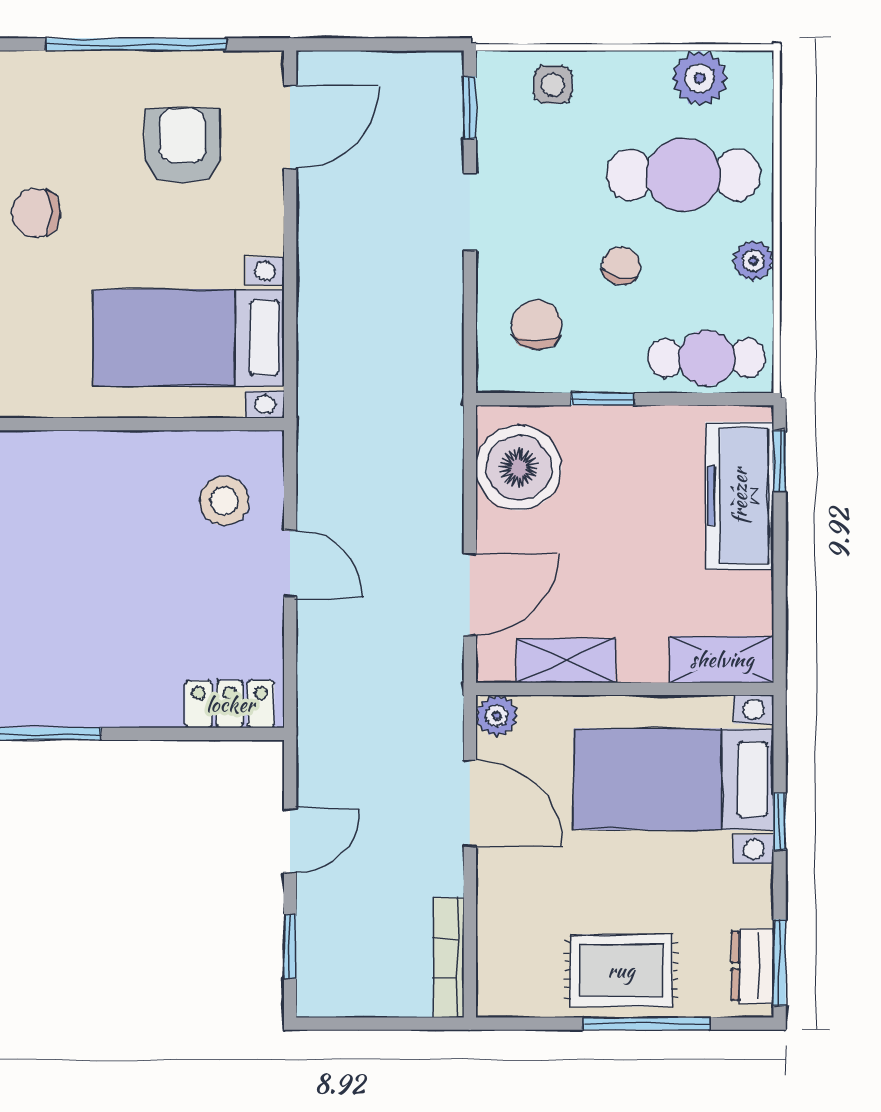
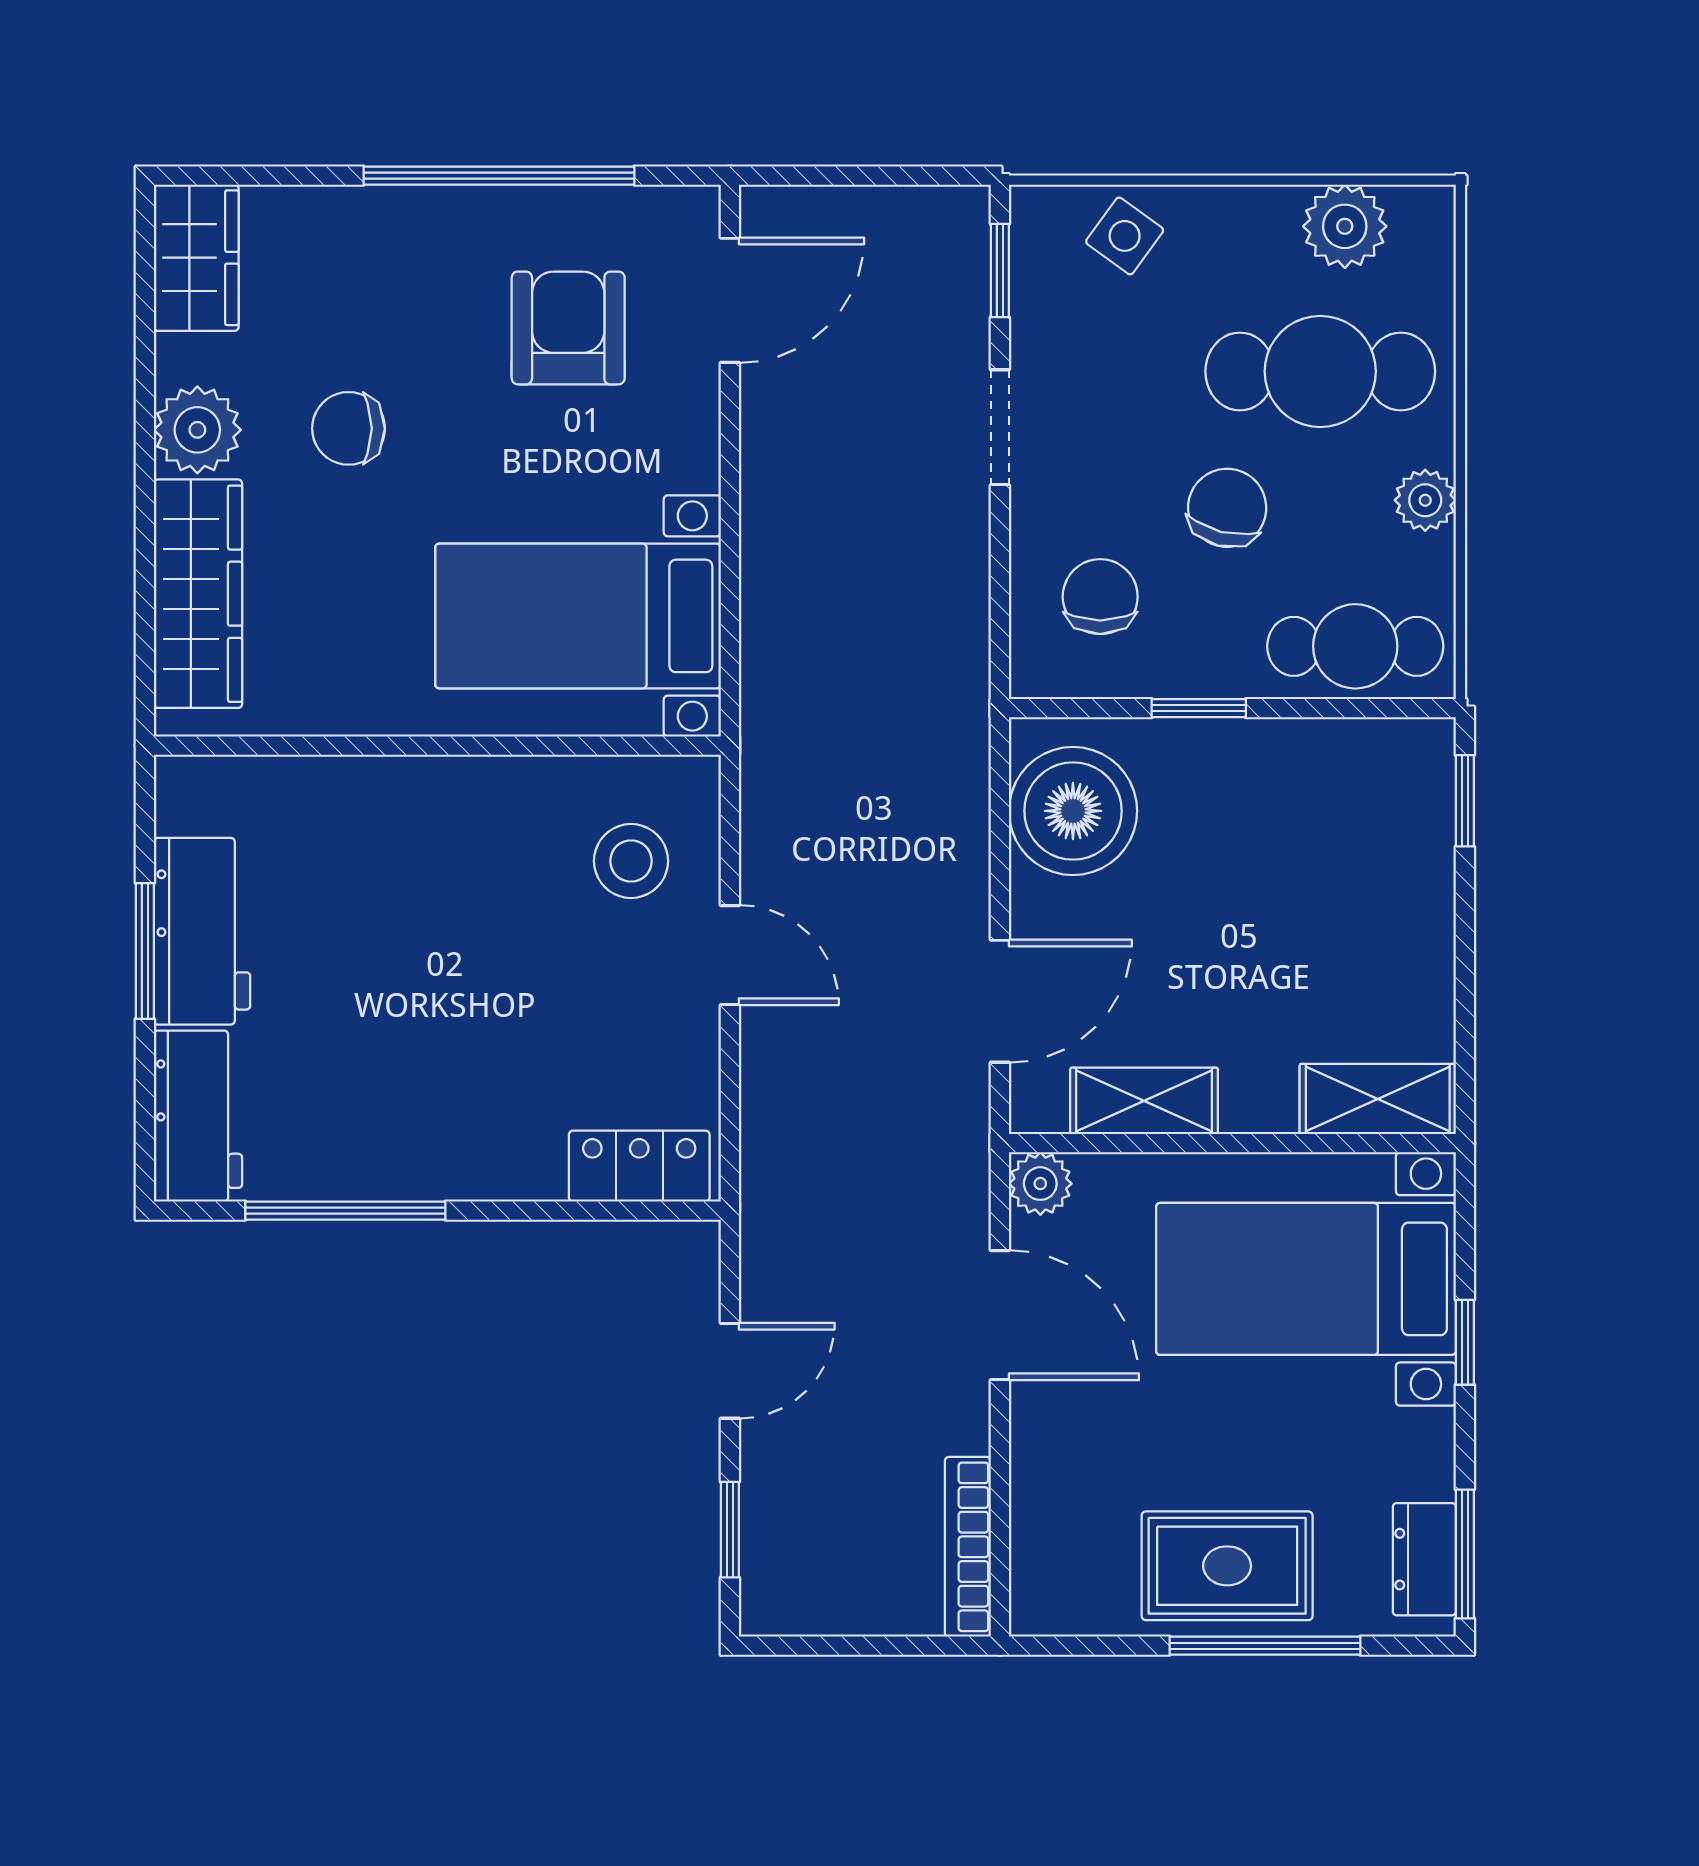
side table: (553, 85) -> (1125, 236), turned 36
chair: (621, 266) -> (1227, 508), width x1.37, depth x1.37
freezer: (739, 496) -> (1405, 853), removed

